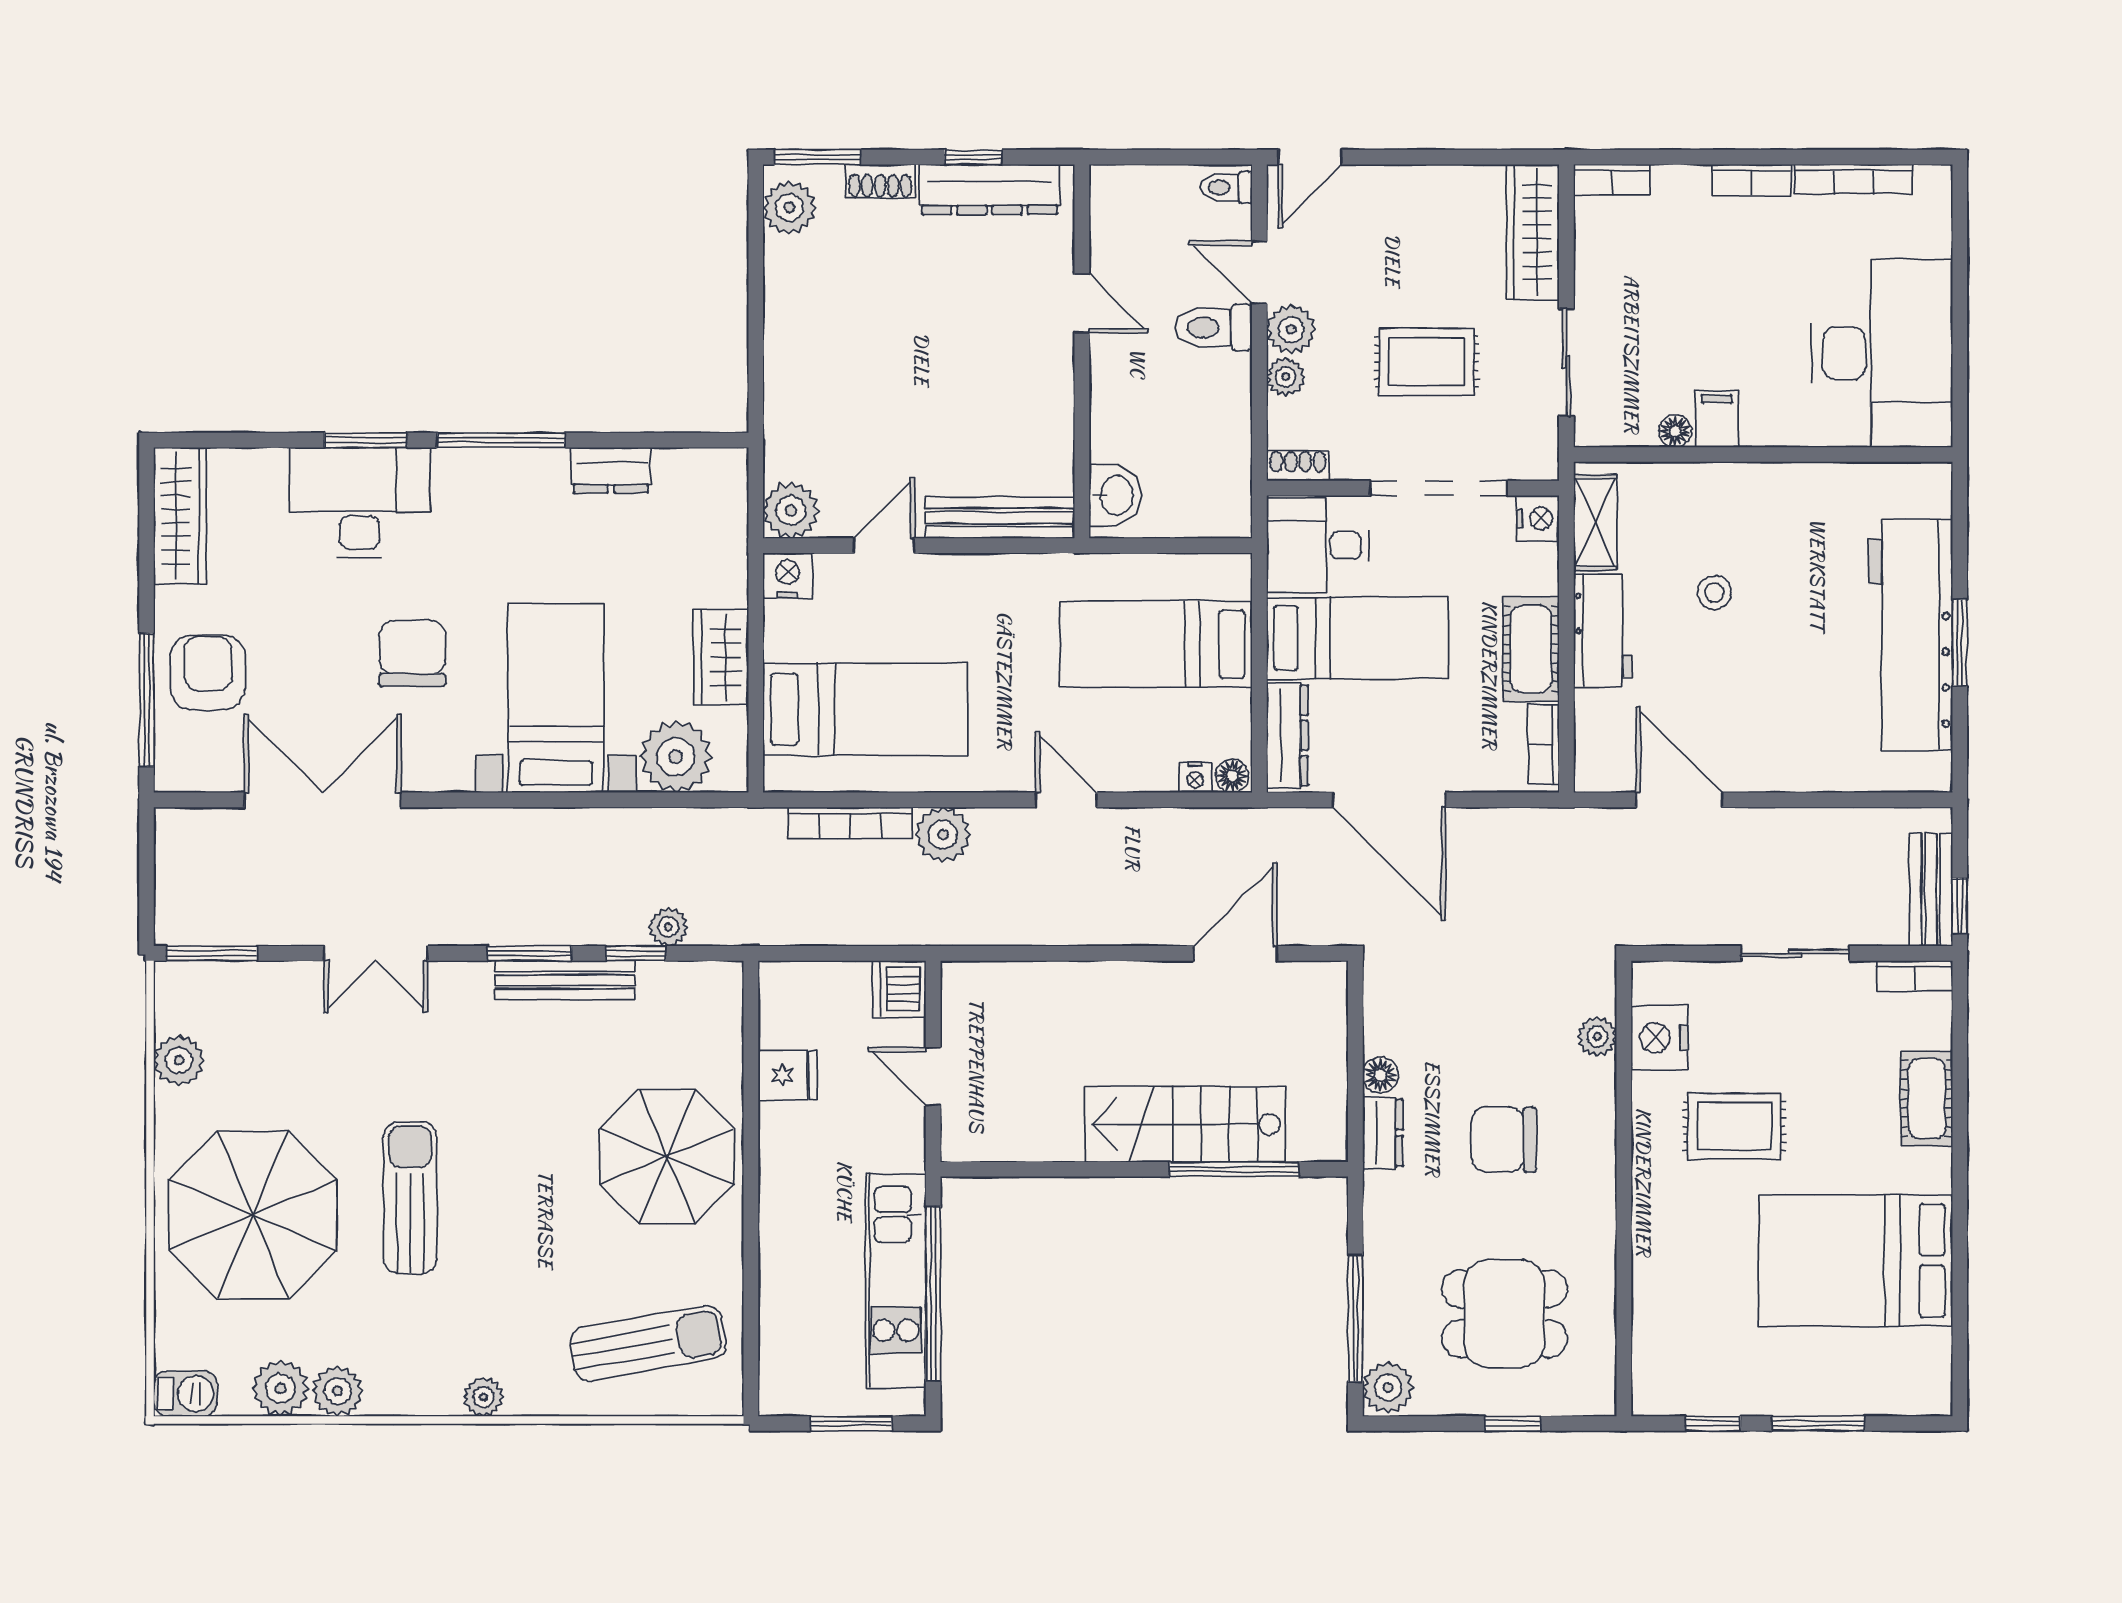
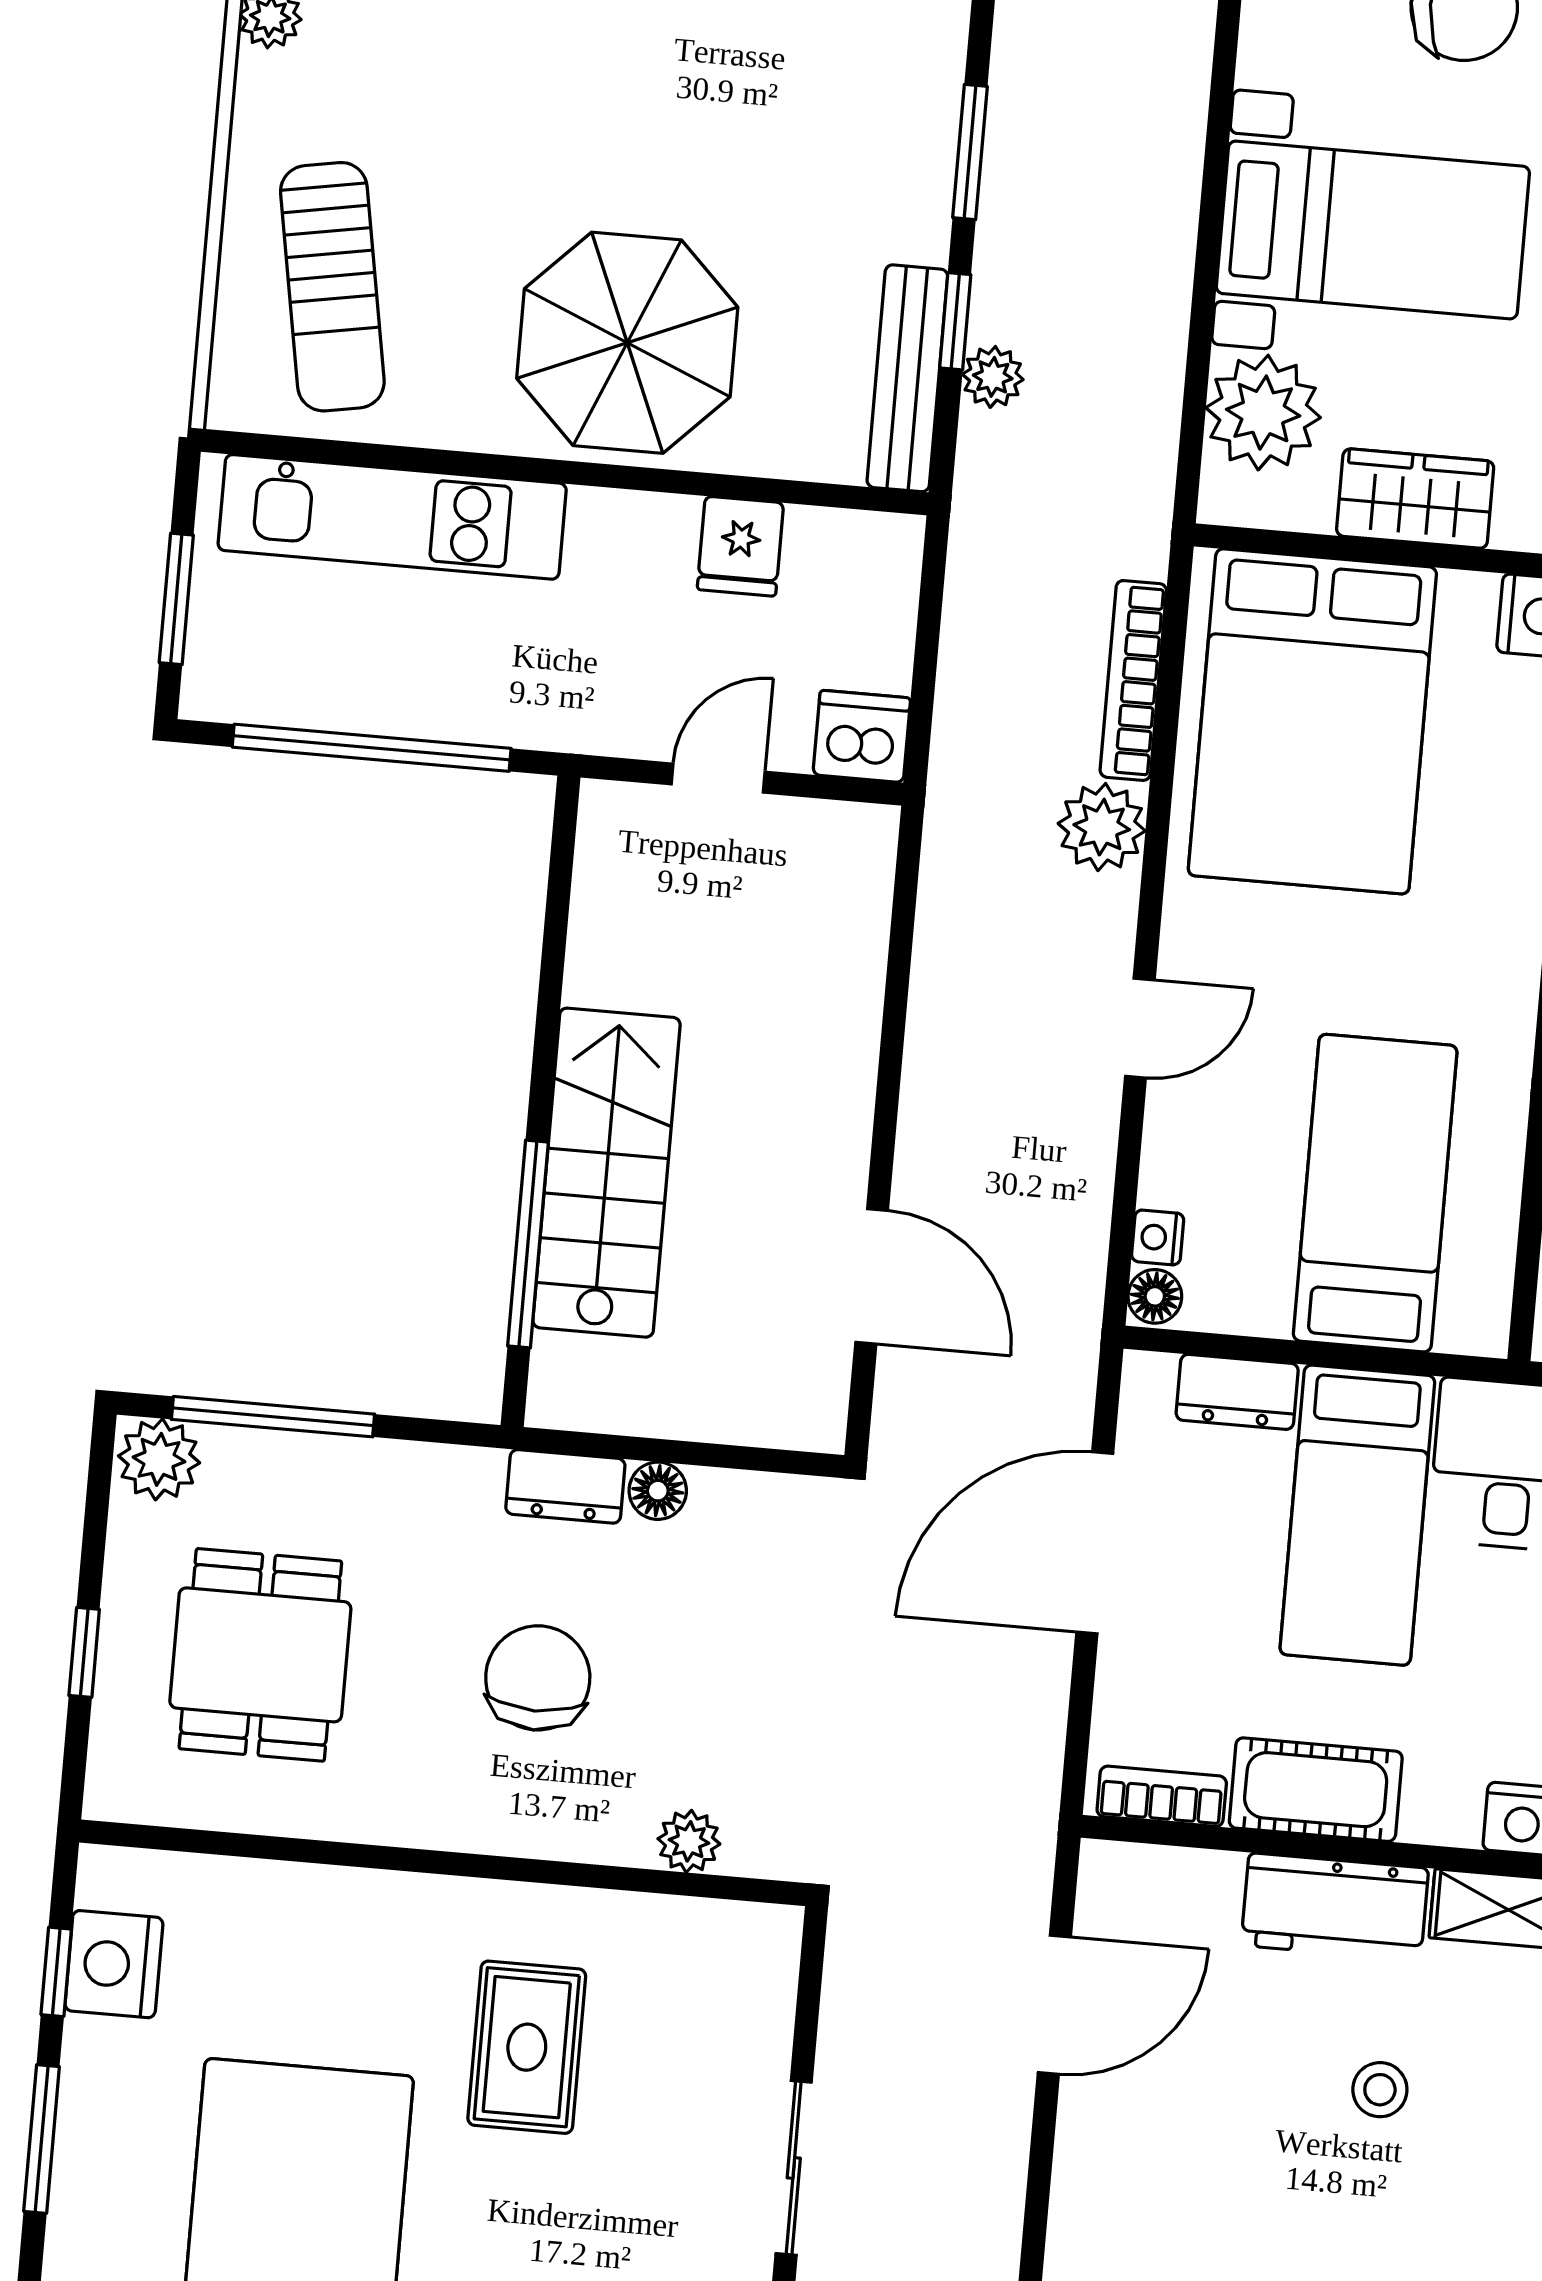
bed: (866, 709) -> (1312, 721), width x1.50
dresser: (1287, 736) -> (1237, 1392), width x0.70
bench: (565, 980) -> (907, 378), moved
nightstand: (1659, 1038) -> (114, 1964), moved, turned -90
kitchen unit: (896, 1281) -> (392, 517), moved, turned 180

